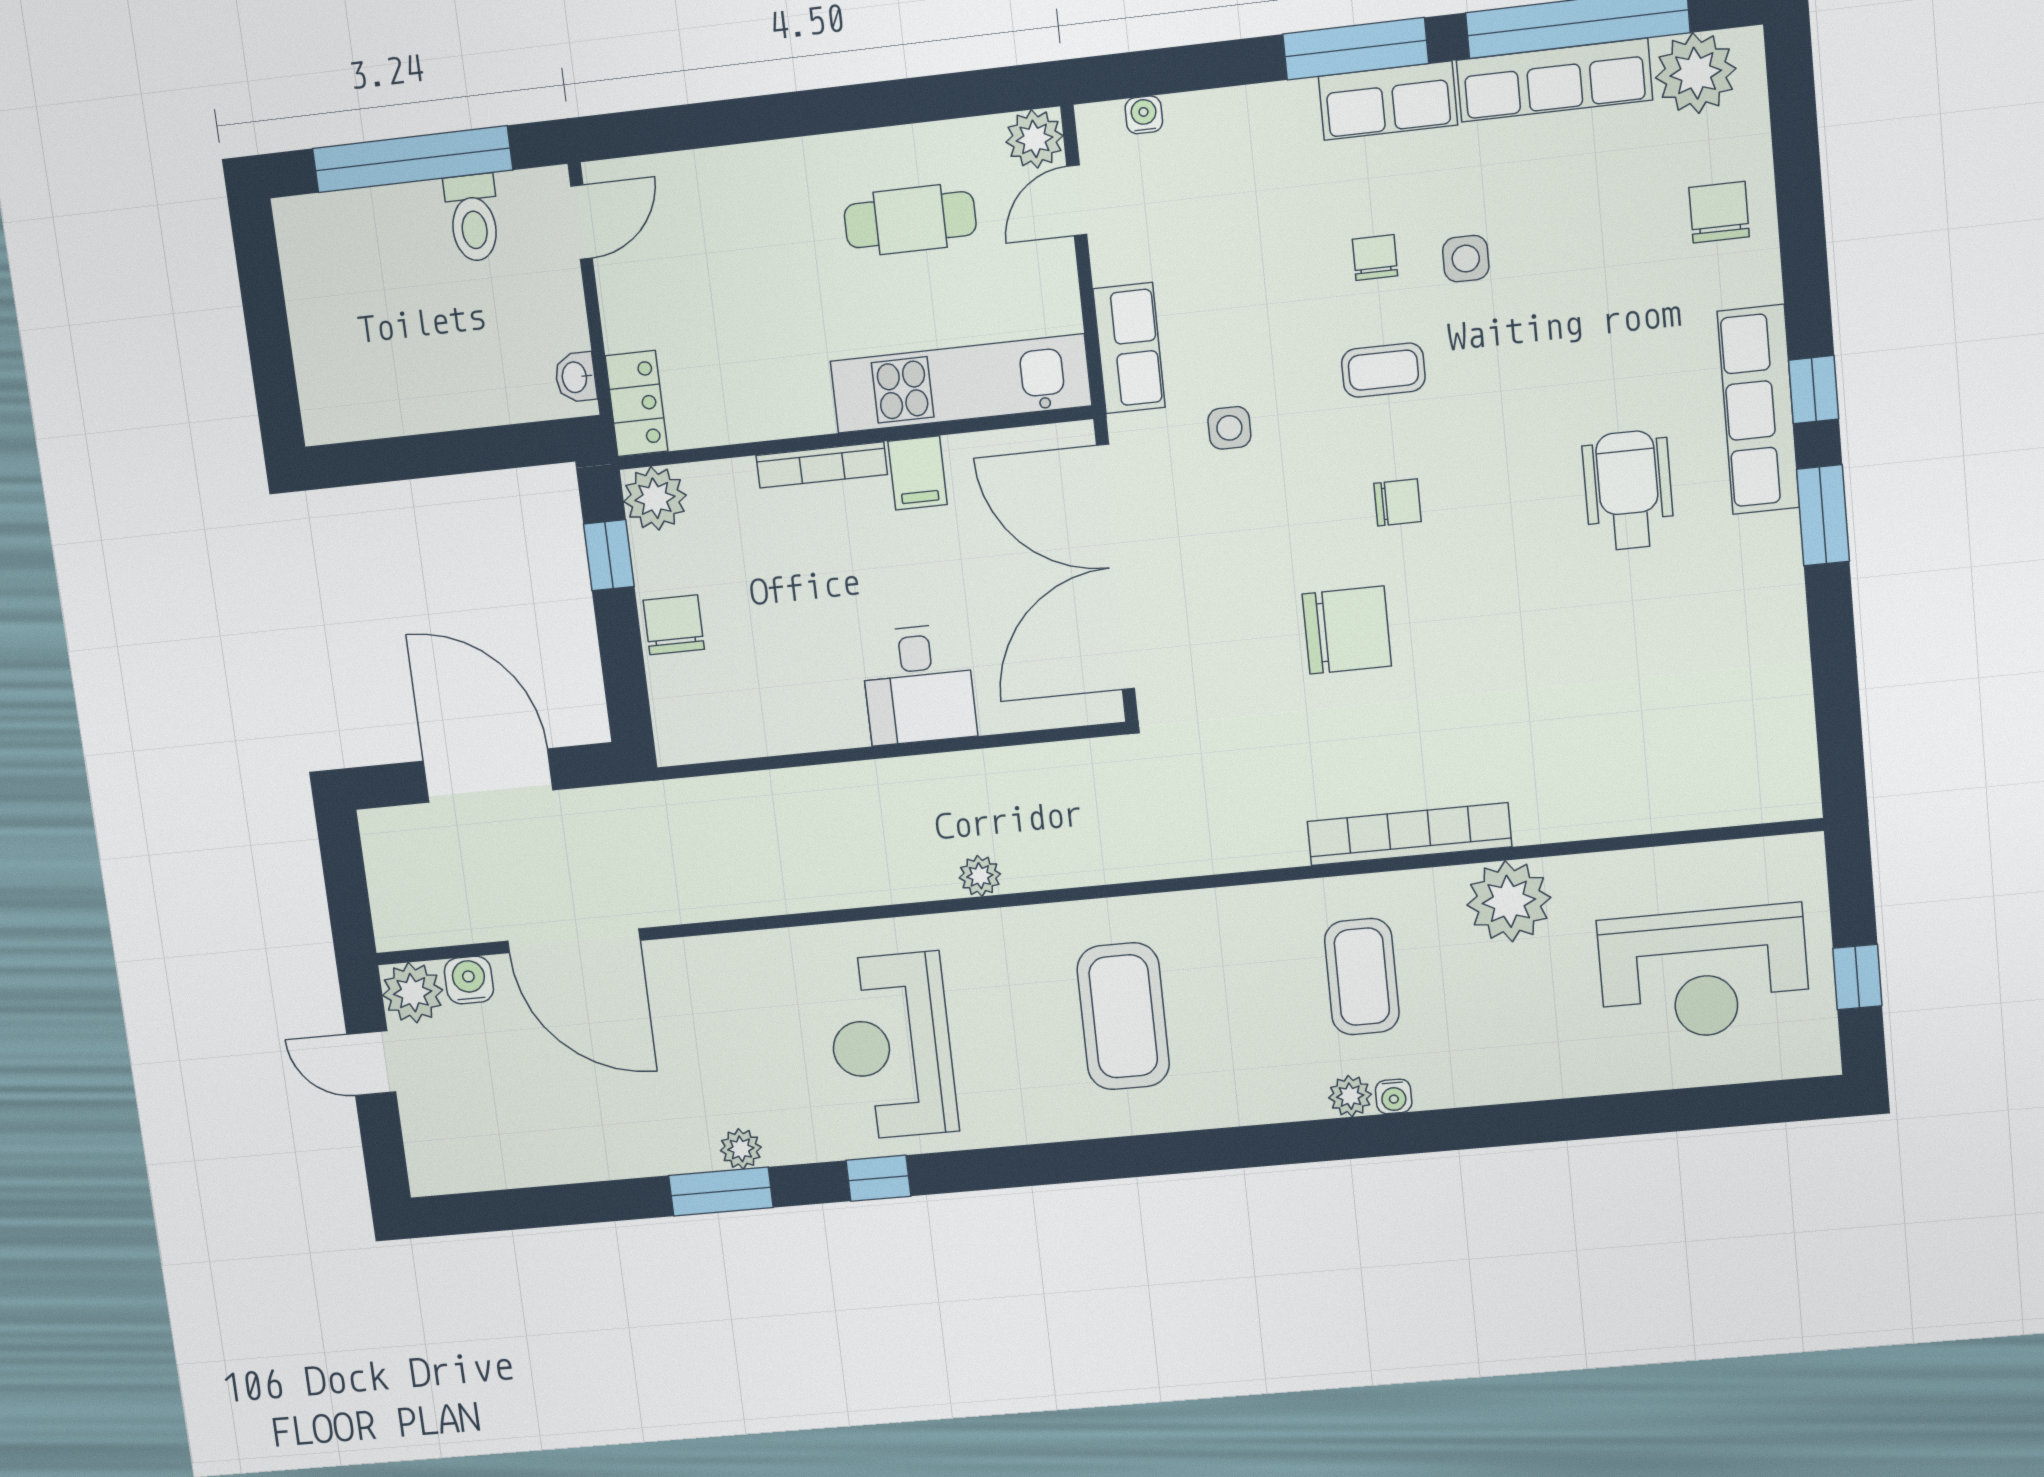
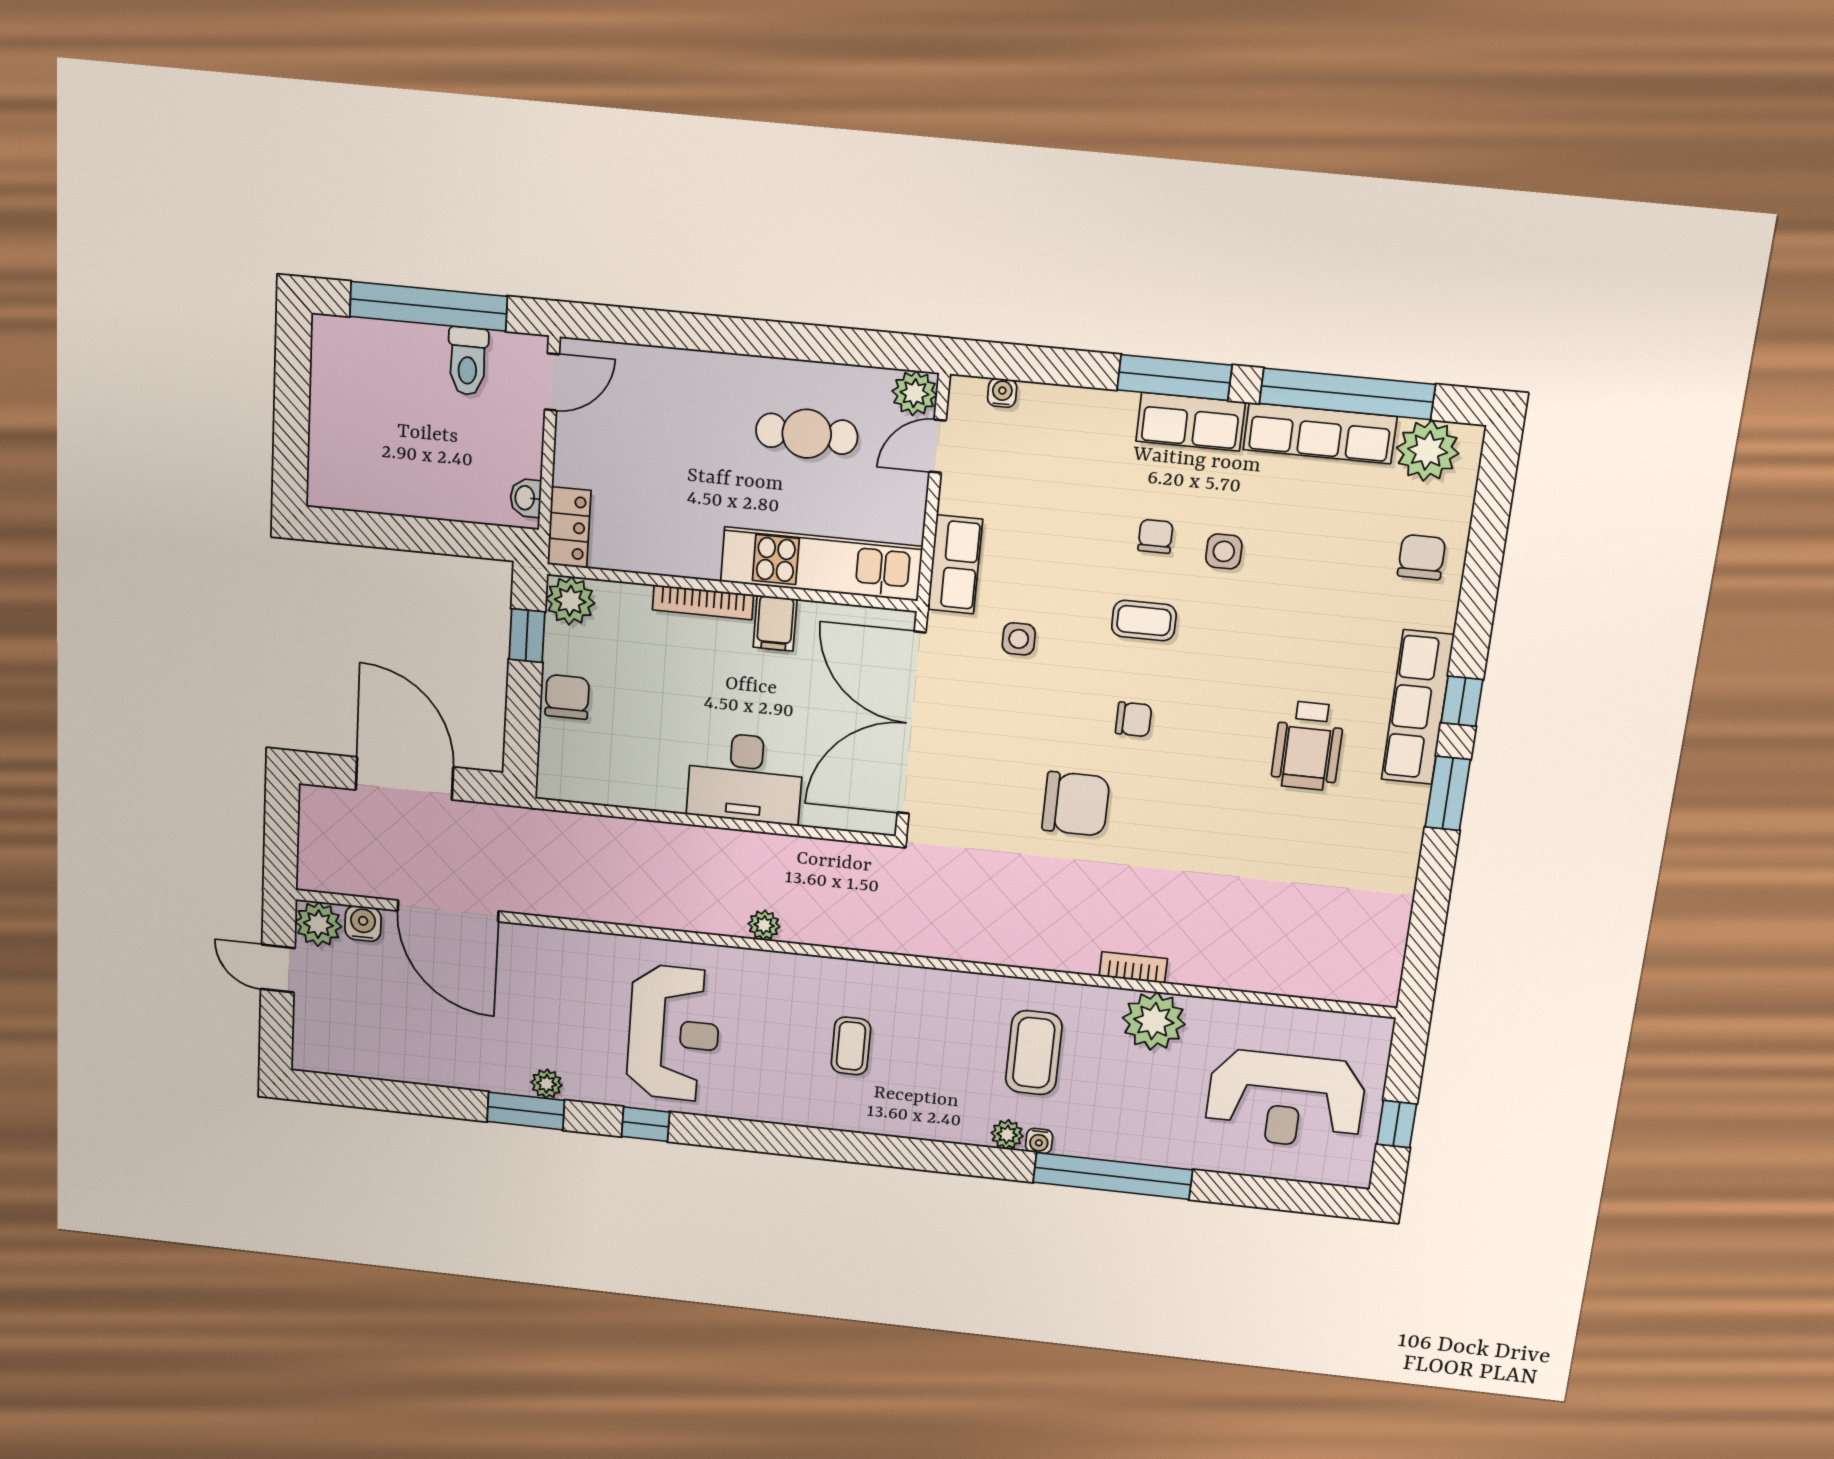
wheelchair: (1628, 490) -> (1308, 746), turned 180
desk: (918, 684) -> (745, 778), width x1.37
bookcase: (1409, 834) -> (1133, 967), width x0.43, depth x0.76
coffee table: (1123, 1016) -> (851, 1046), width x0.54, depth x0.58
reception desk: (891, 1046) -> (674, 1033), turned 180
window: (1500, 1125) -> (1113, 1176), added

